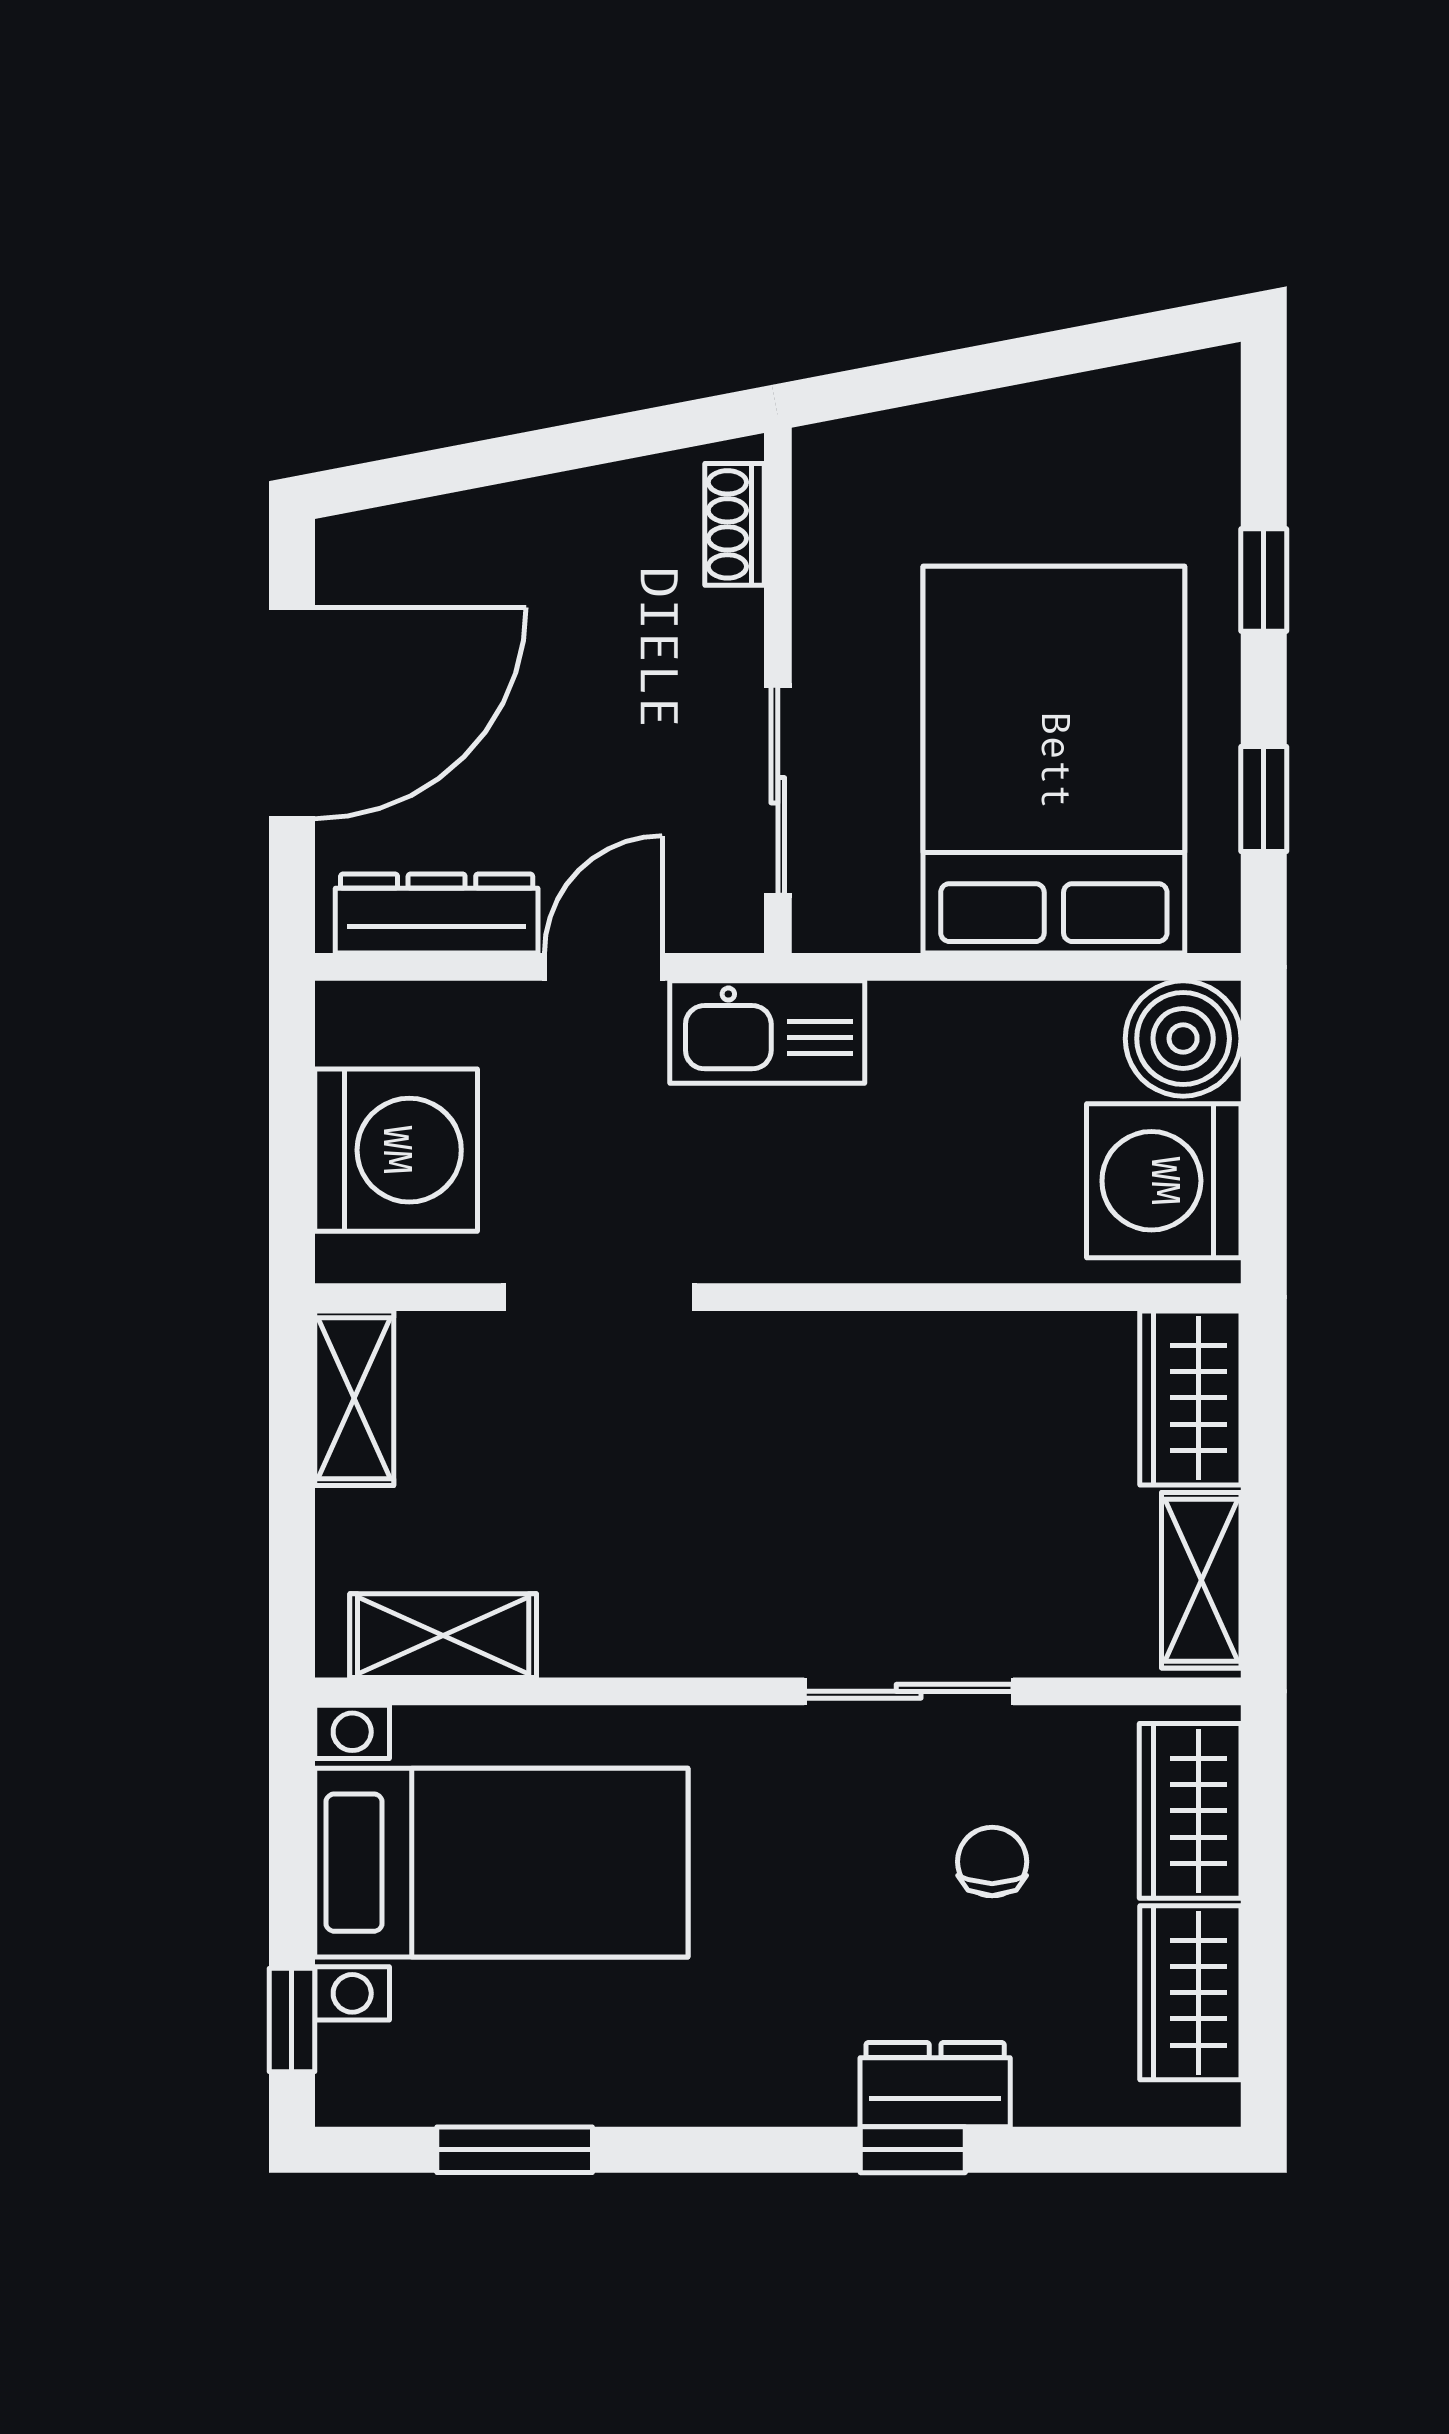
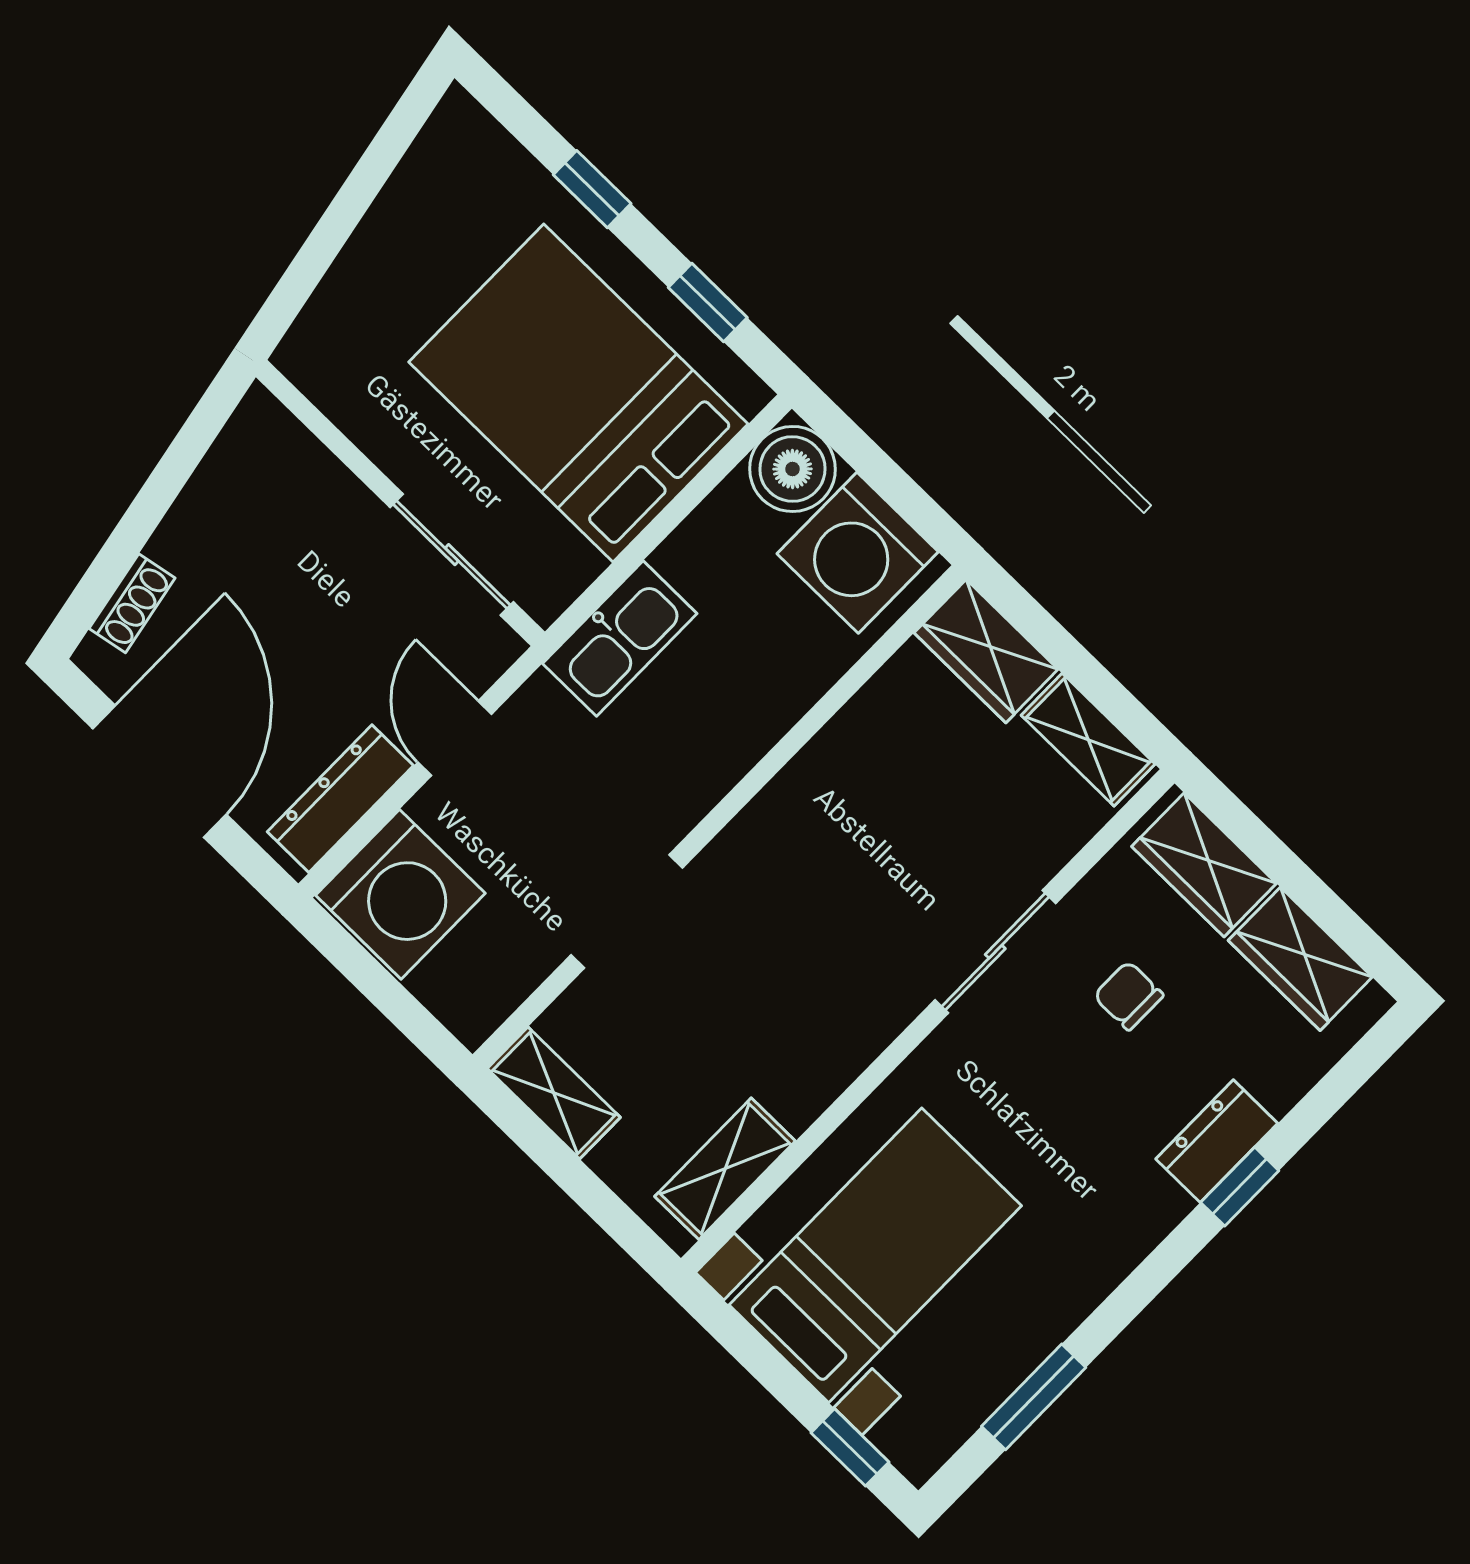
shoe rack: (735, 524) -> (132, 603), moved, turned -101
kitchen sink: (767, 1032) -> (620, 639), moved
washing machine: (396, 1150) -> (400, 894), moved, turned 90

